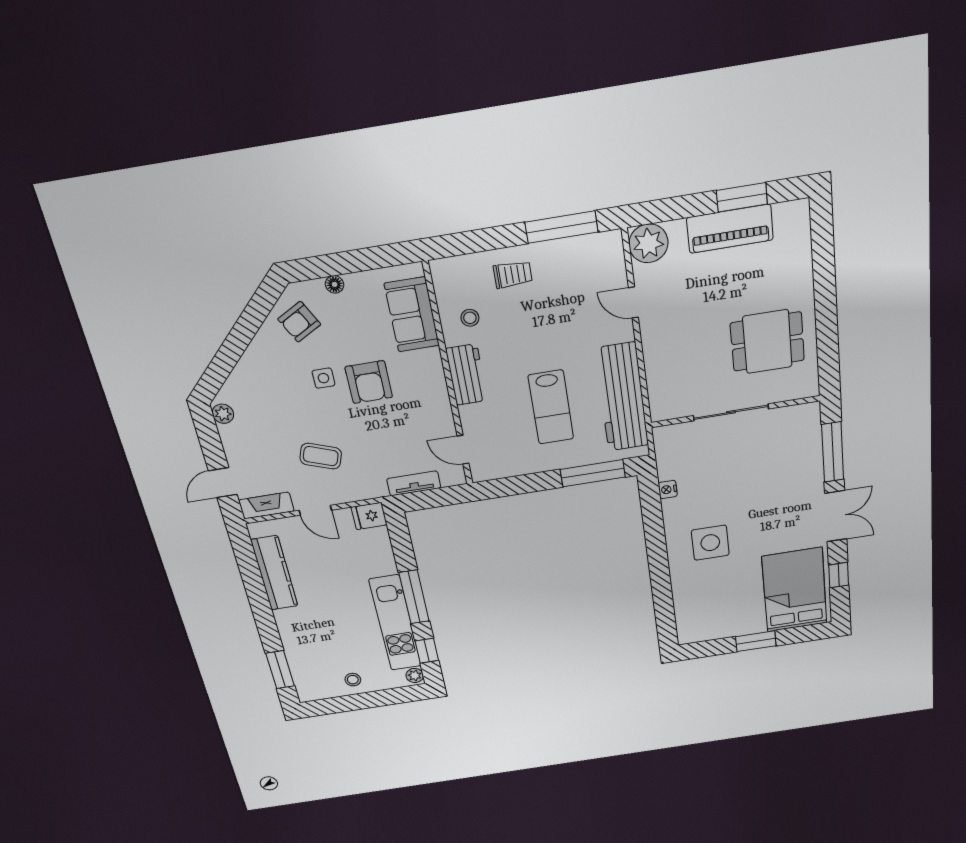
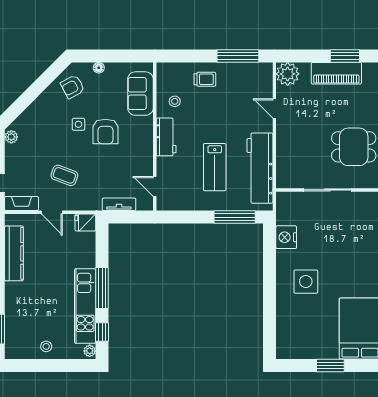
nightstand: (668, 489) -> (286, 237), width x1.89, depth x1.79

